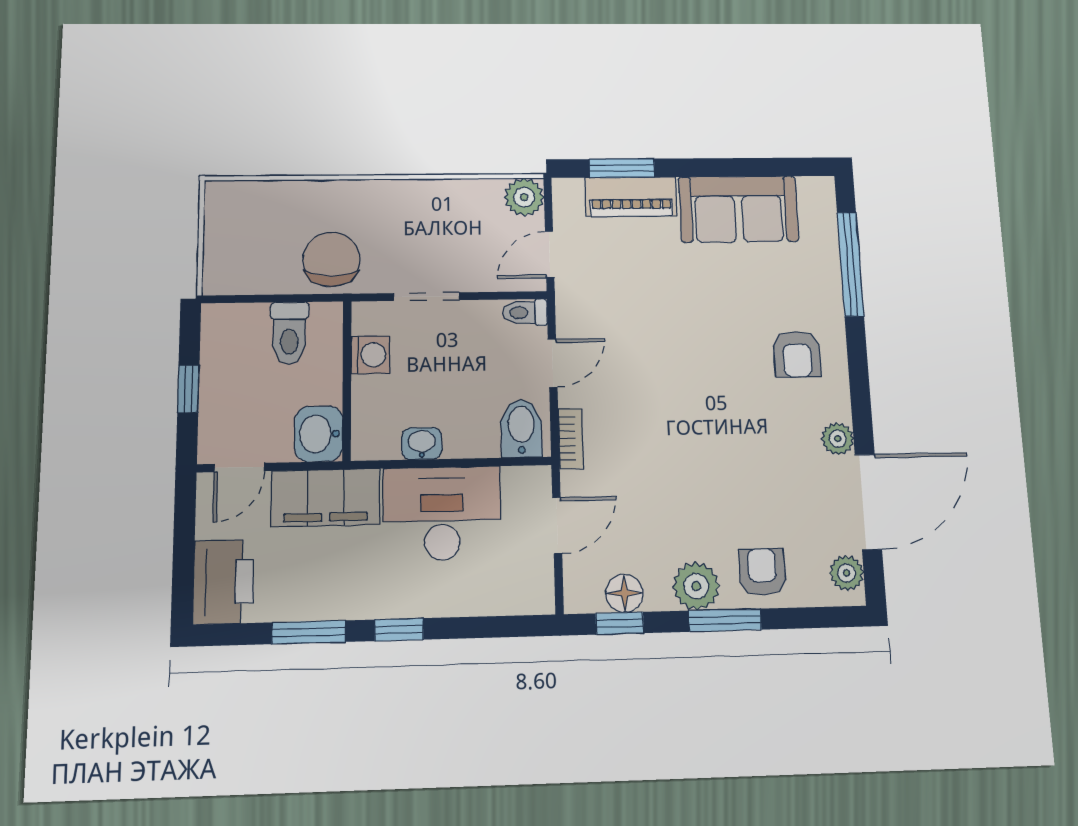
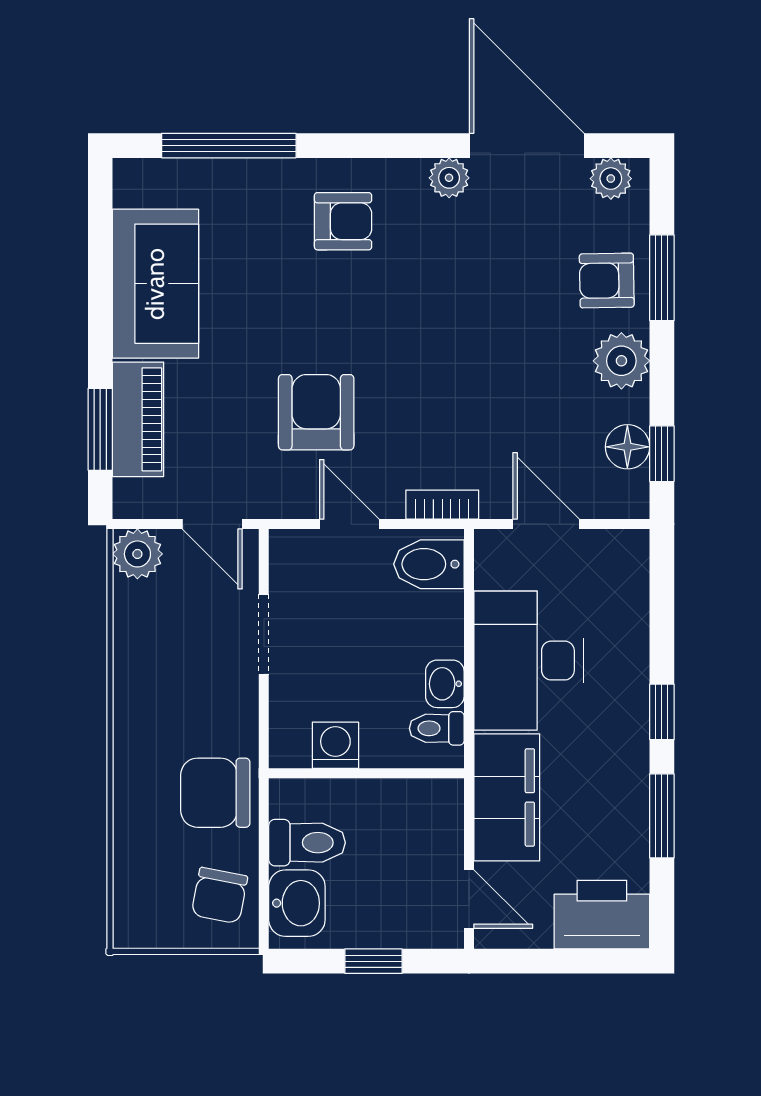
chair: (247, 264) -> (219, 895), added
doorway: (427, 297) -> (264, 634), moved
toilet: (525, 312) -> (437, 728), moved, turned 90
armchair: (643, 335) -> (316, 412), added
washbasin: (319, 434) -> (297, 903), moved, turned -90
window: (725, 620) -> (662, 278), moved

